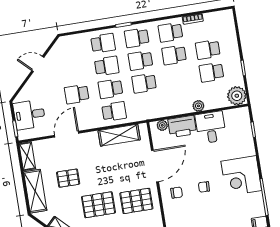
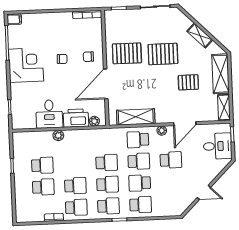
school desk: (103, 43) -> (141, 205), turned 180
plant: (237, 96) -> (162, 131), moved, width x0.53, depth x0.53

